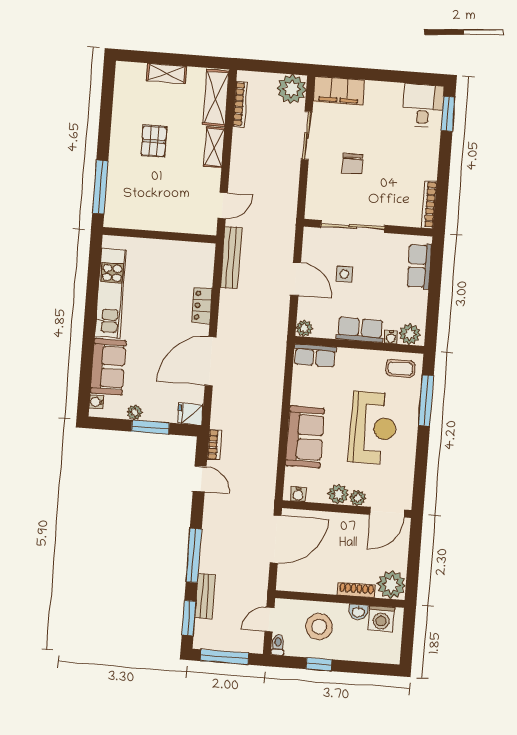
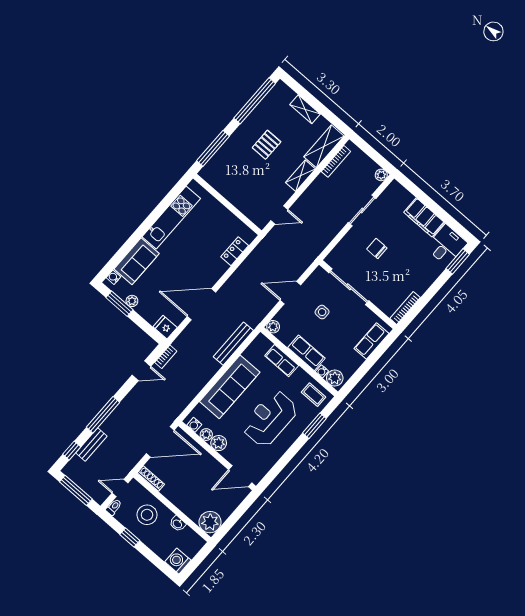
plant: (292, 89) -> (381, 175), width x0.53, depth x0.53
filing cabinet: (339, 91) -> (424, 217), moved
window: (107, 104) -> (255, 101), added
chair: (352, 164) -> (377, 249), turned 90
bench: (231, 257) -> (233, 344), moved
door: (296, 279) -> (290, 293), swing flipped
locker: (202, 306) -> (235, 251), moved
row of seats: (315, 356) -> (282, 361), moved
window: (426, 401) -> (314, 426), width x0.69
window: (150, 427) -> (119, 304), moved
reception desk: (373, 428) -> (270, 418), turned 180
sofa: (305, 437) -> (230, 387), width x1.36
door: (200, 479) -> (141, 371), hinge flipped
plant: (358, 498) -> (206, 435), moved
shoe rack: (356, 590) -> (151, 479), moved
window: (189, 618) -> (72, 451), width x0.67
washing machine: (381, 619) -> (178, 561), moved, turned 90

